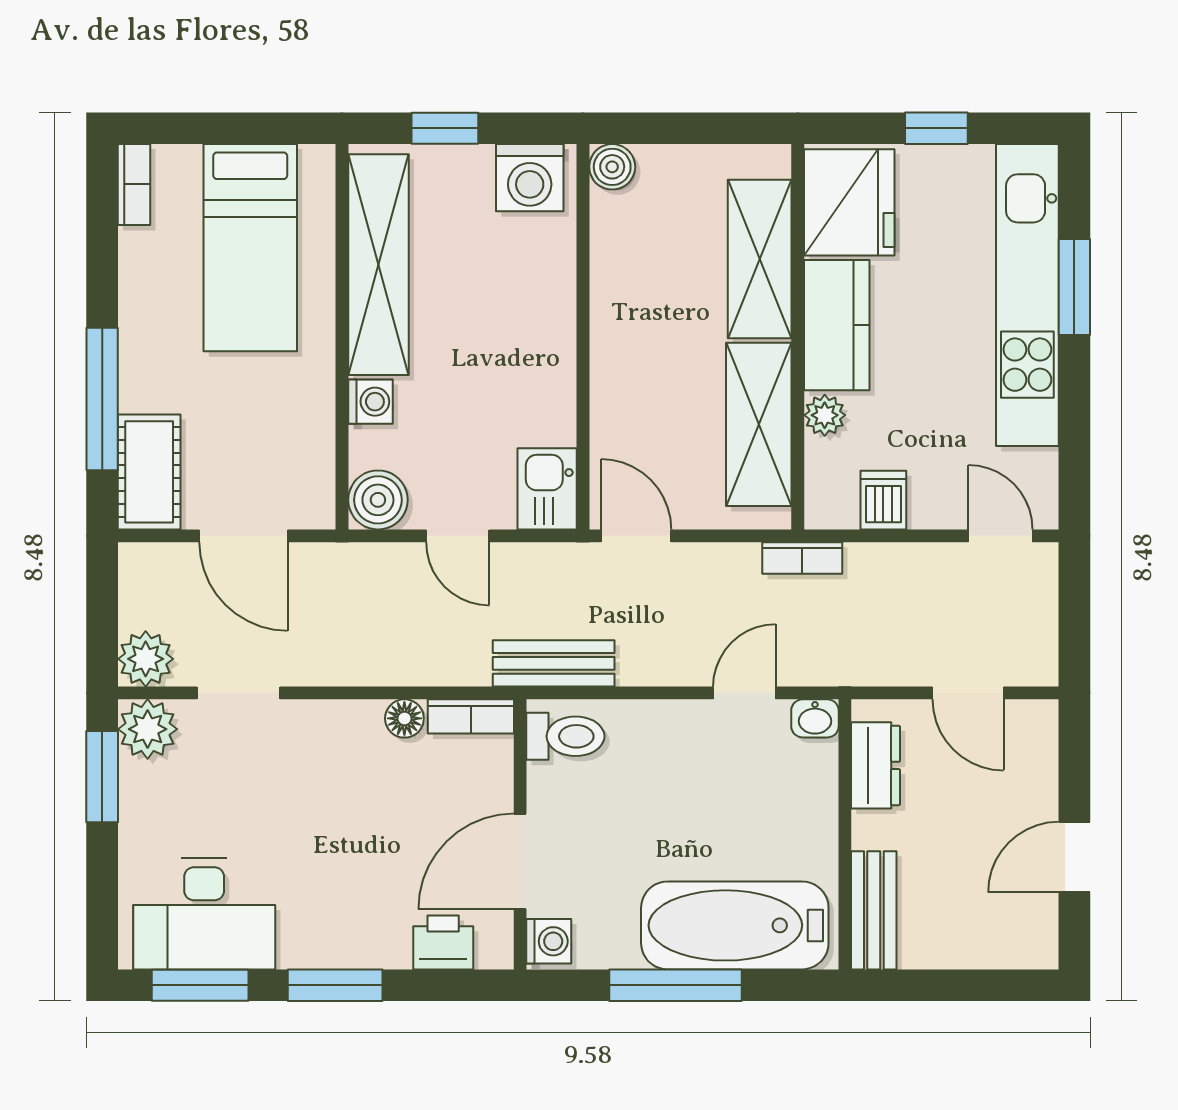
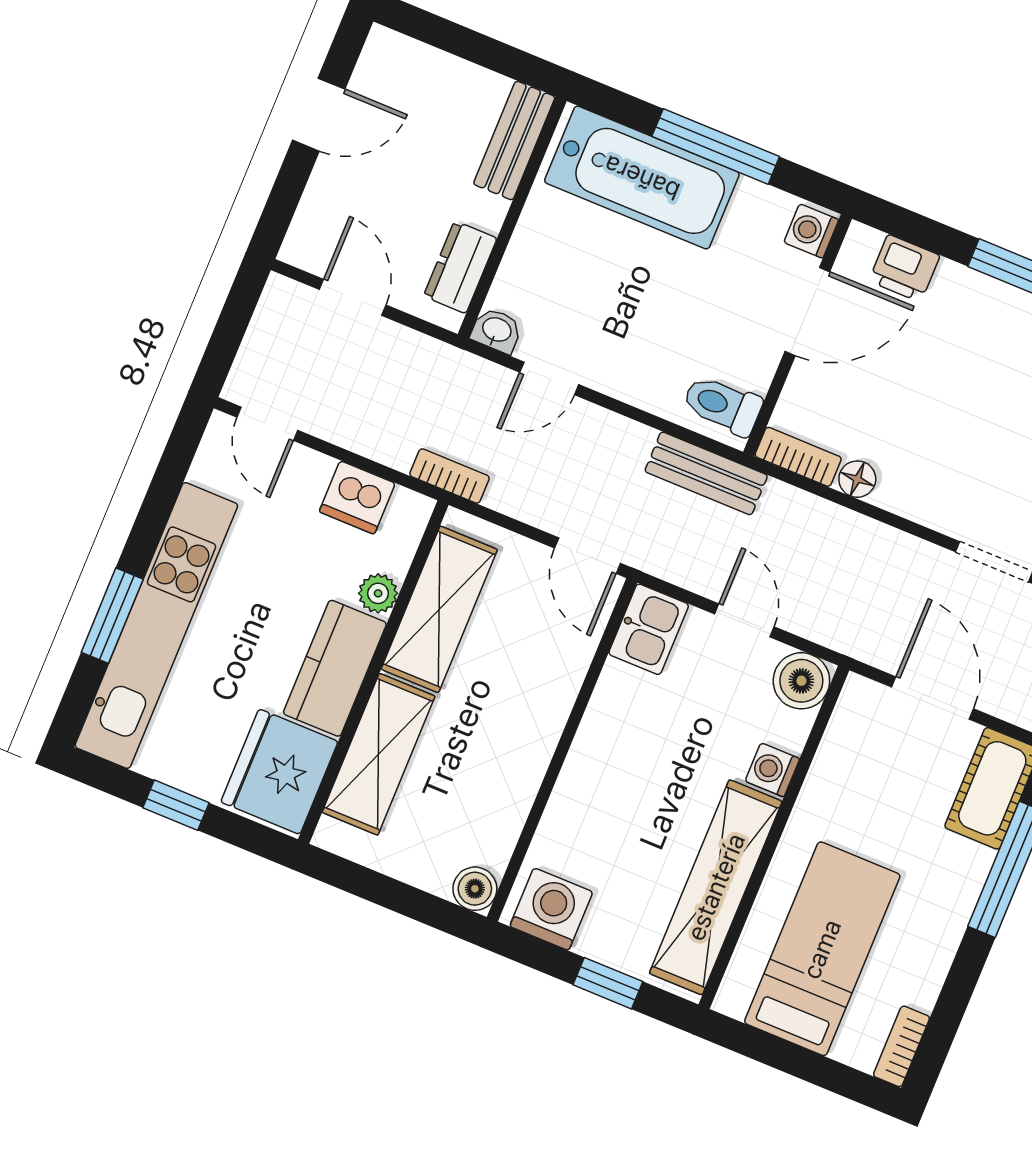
dishwasher: (883, 500) -> (357, 498), width x1.38

